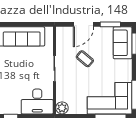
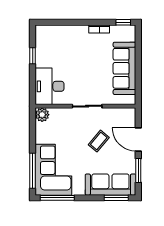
sofa: (123, 43) -> (110, 185), width x1.36

